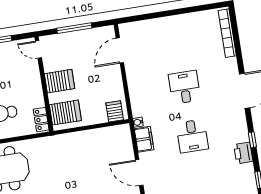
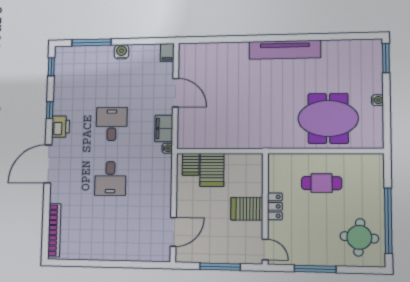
server rack: (65, 113) -> (212, 170), moved, turned -90
locker: (41, 120) -> (275, 206), moved
printer: (243, 153) -> (61, 127), moved

